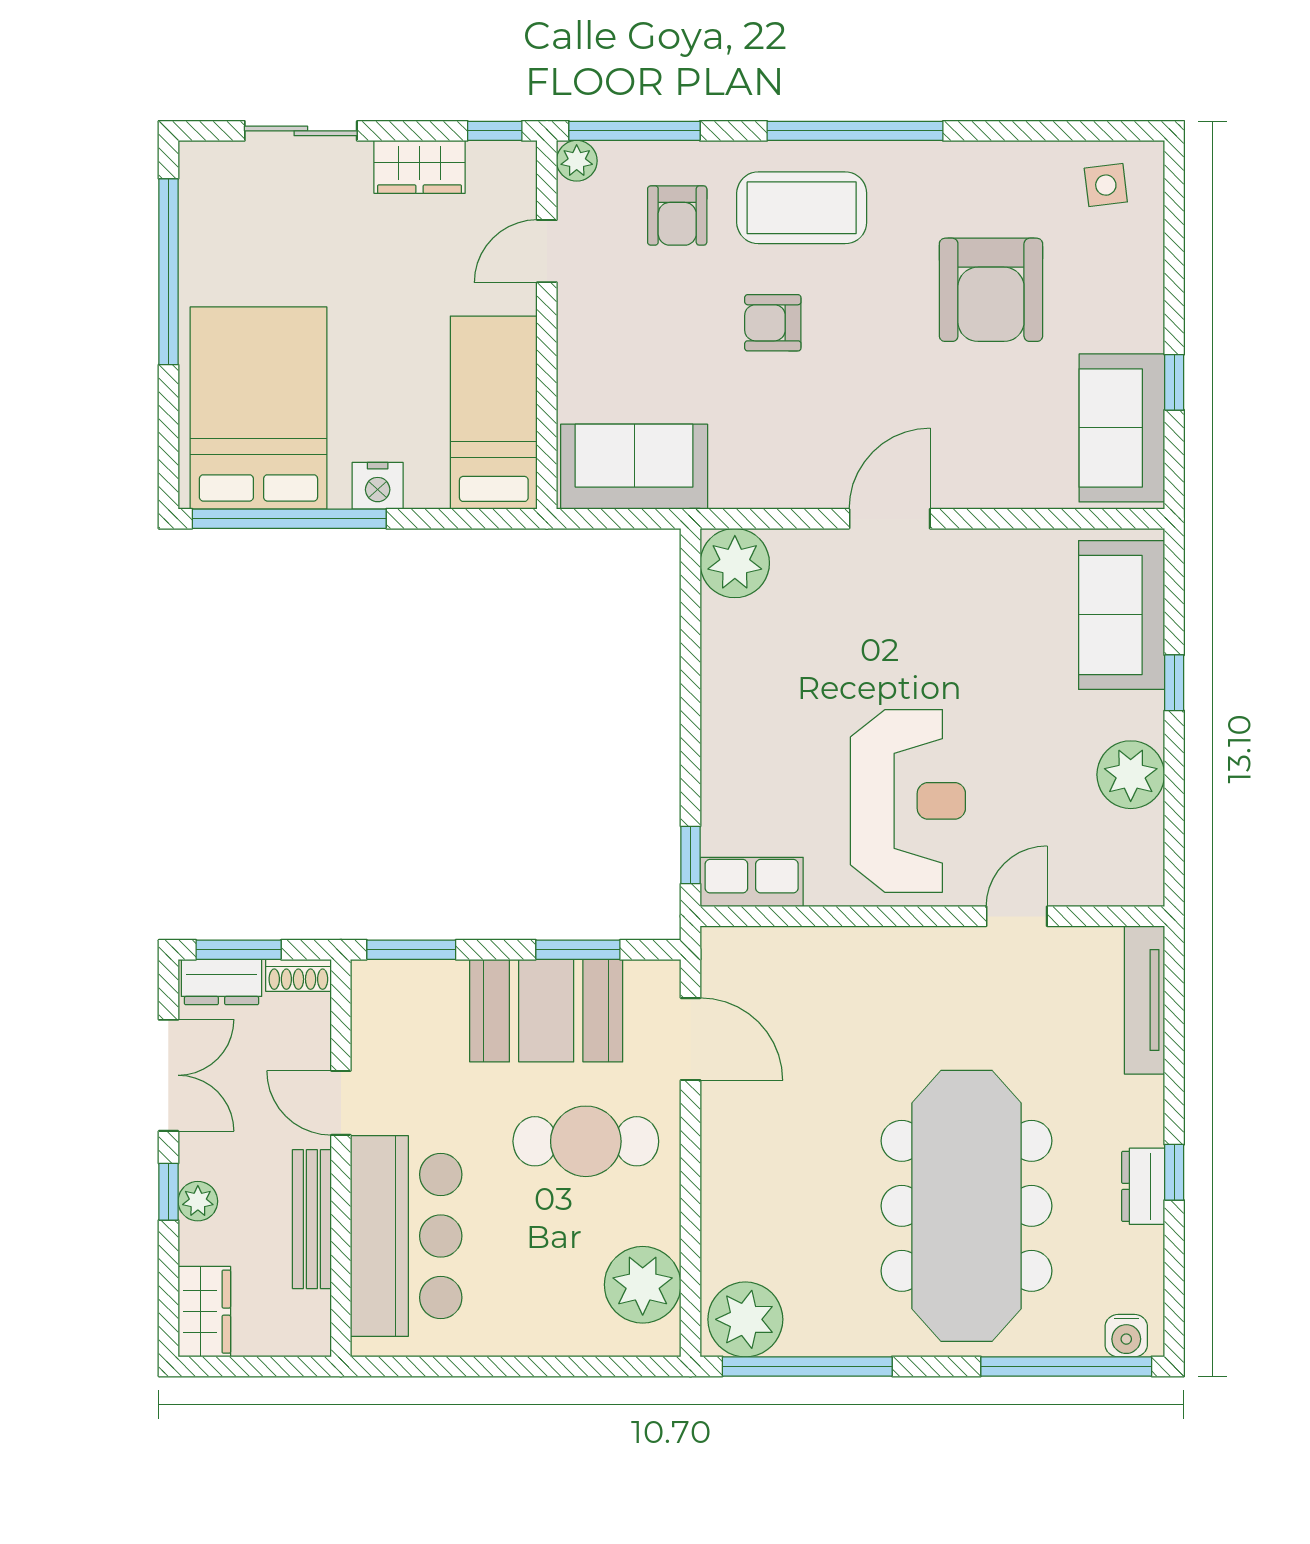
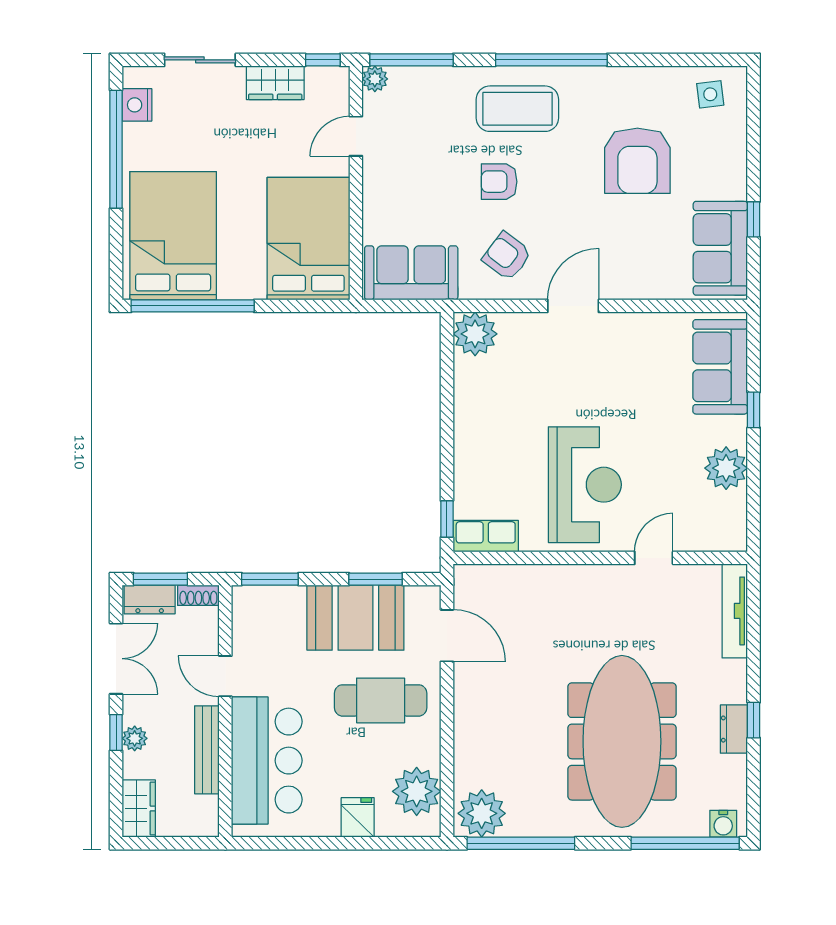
armchair: (677, 216) -> (507, 256), moved, turned 127
bed: (494, 413) -> (308, 239), width x1.50
nightstand: (378, 486) -> (137, 105), moved, turned 90
fridge: (550, 1326) -> (358, 817), added

